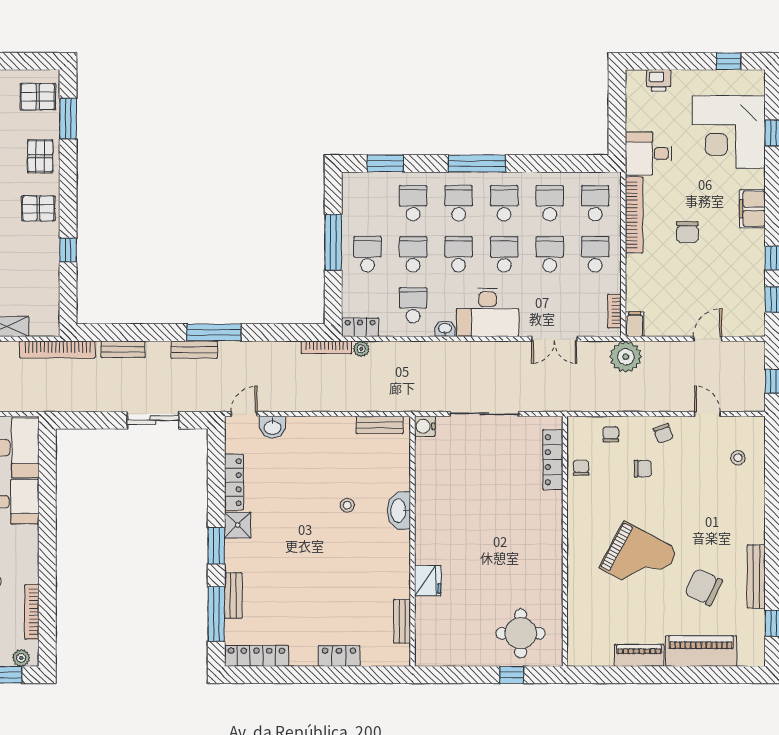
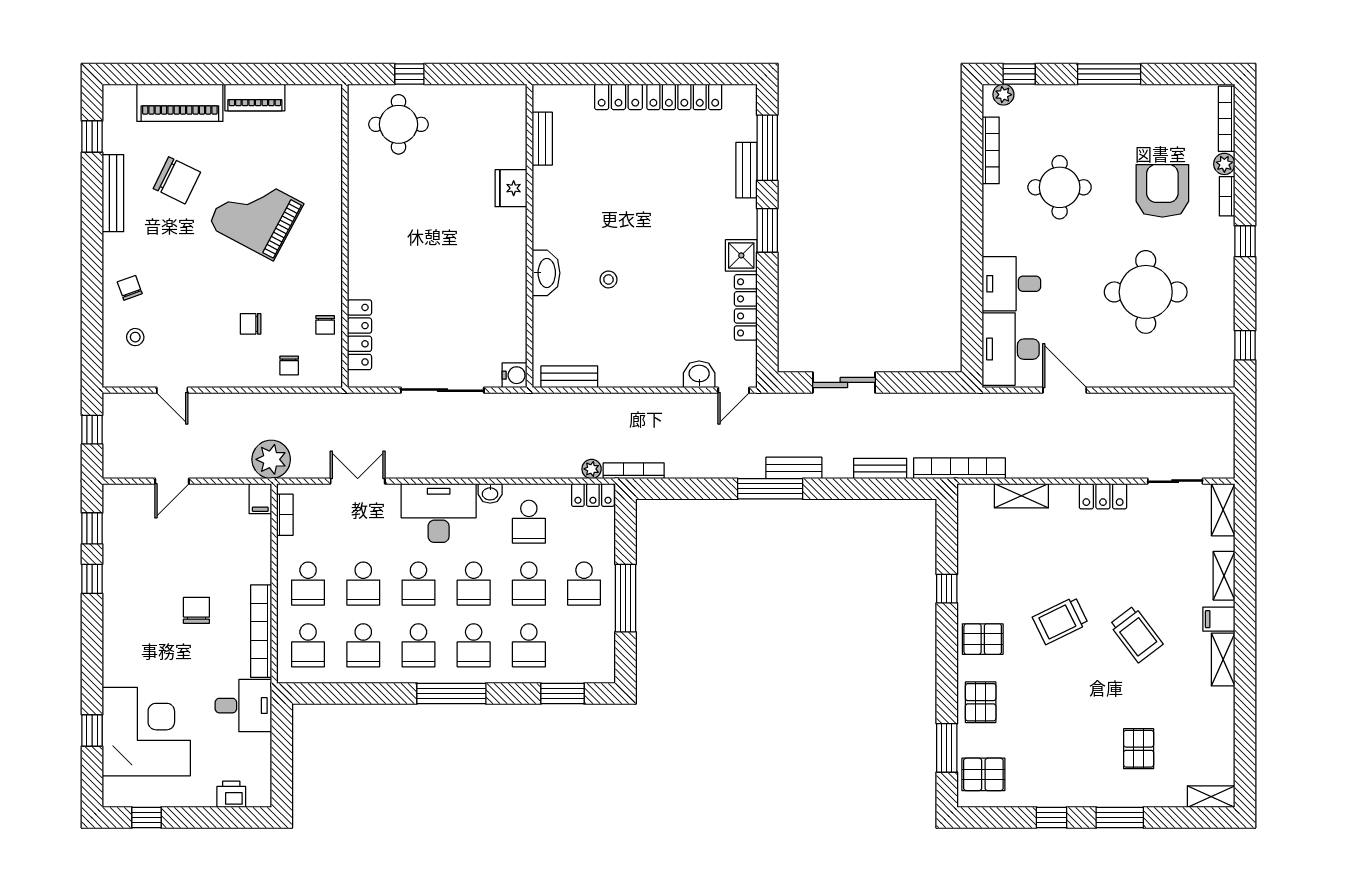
filing cabinet: (752, 209) -> (118, 639), removed
chair: (663, 433) -> (130, 288), moved
locker: (256, 656) -> (684, 97), moved

